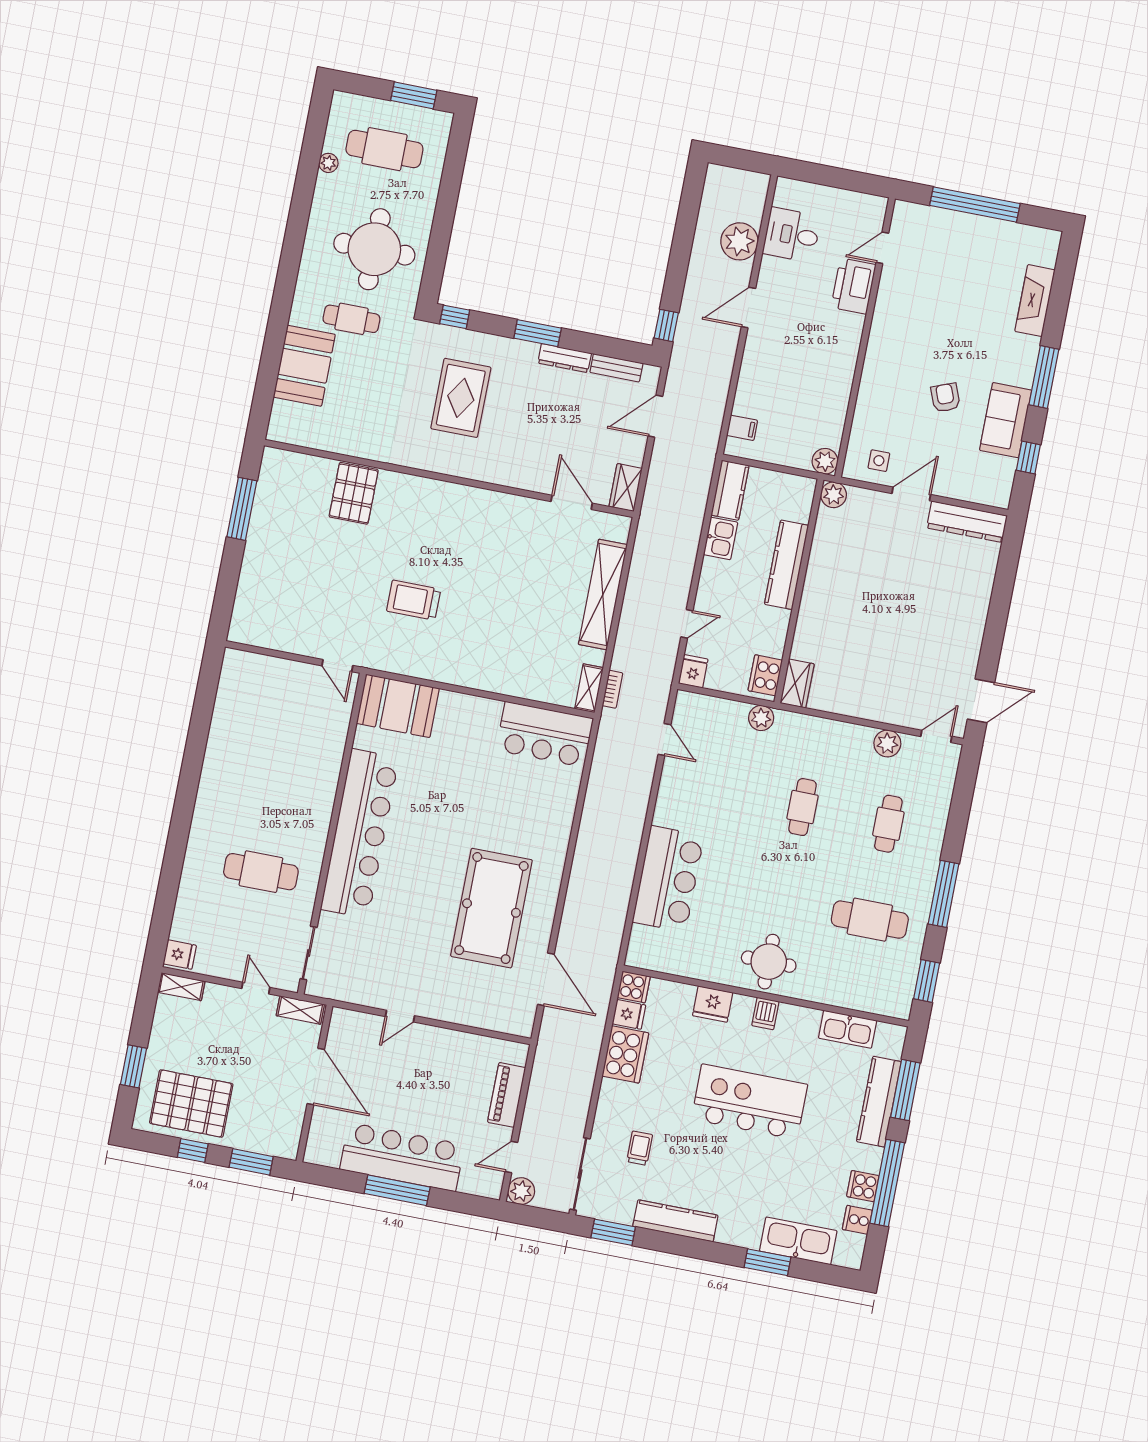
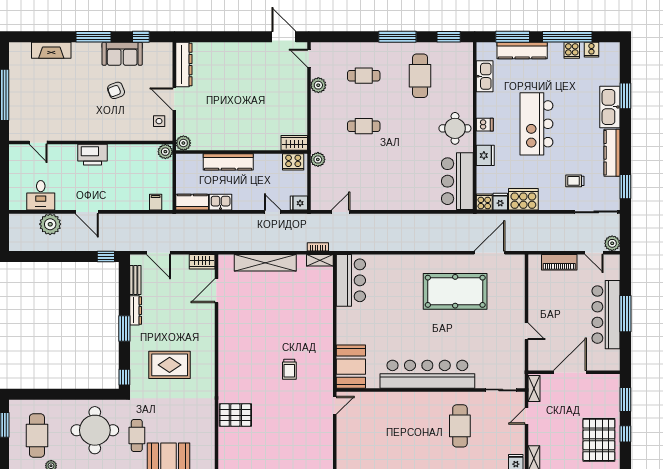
printer: (854, 286) -> (92, 155), moved
trolley: (414, 600) -> (289, 369), width x0.73, depth x0.72
bar counter: (668, 879) -> (457, 181), moved, turned -90
kitchen sink: (798, 1241) -> (610, 107), moved

